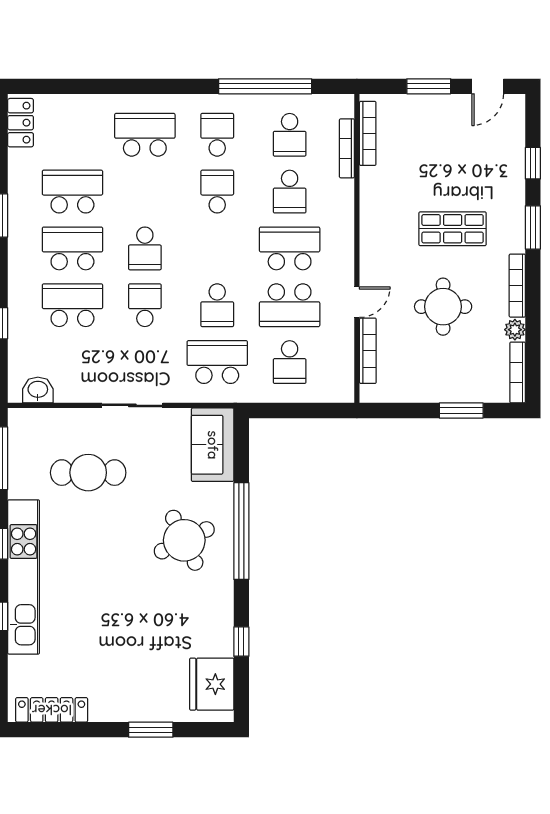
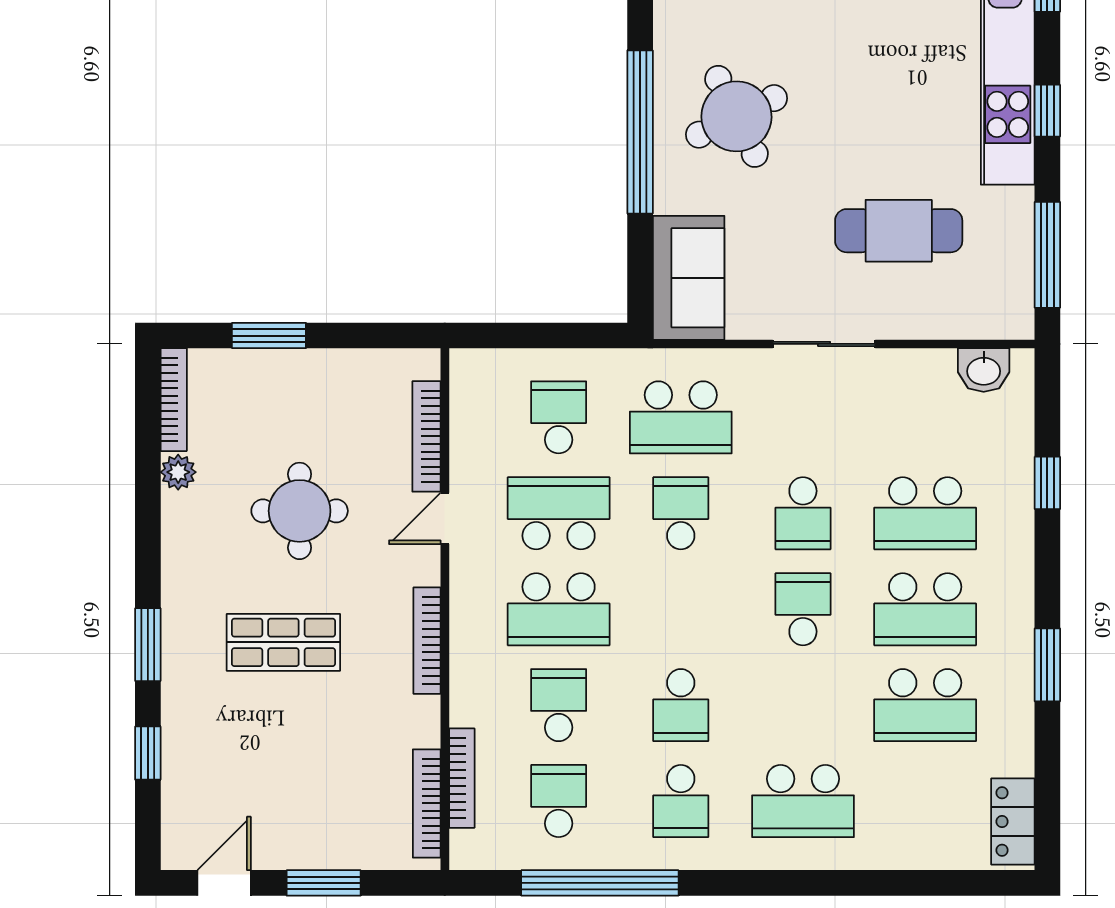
bookcase: (517, 286) -> (427, 641), moved, turned 180

